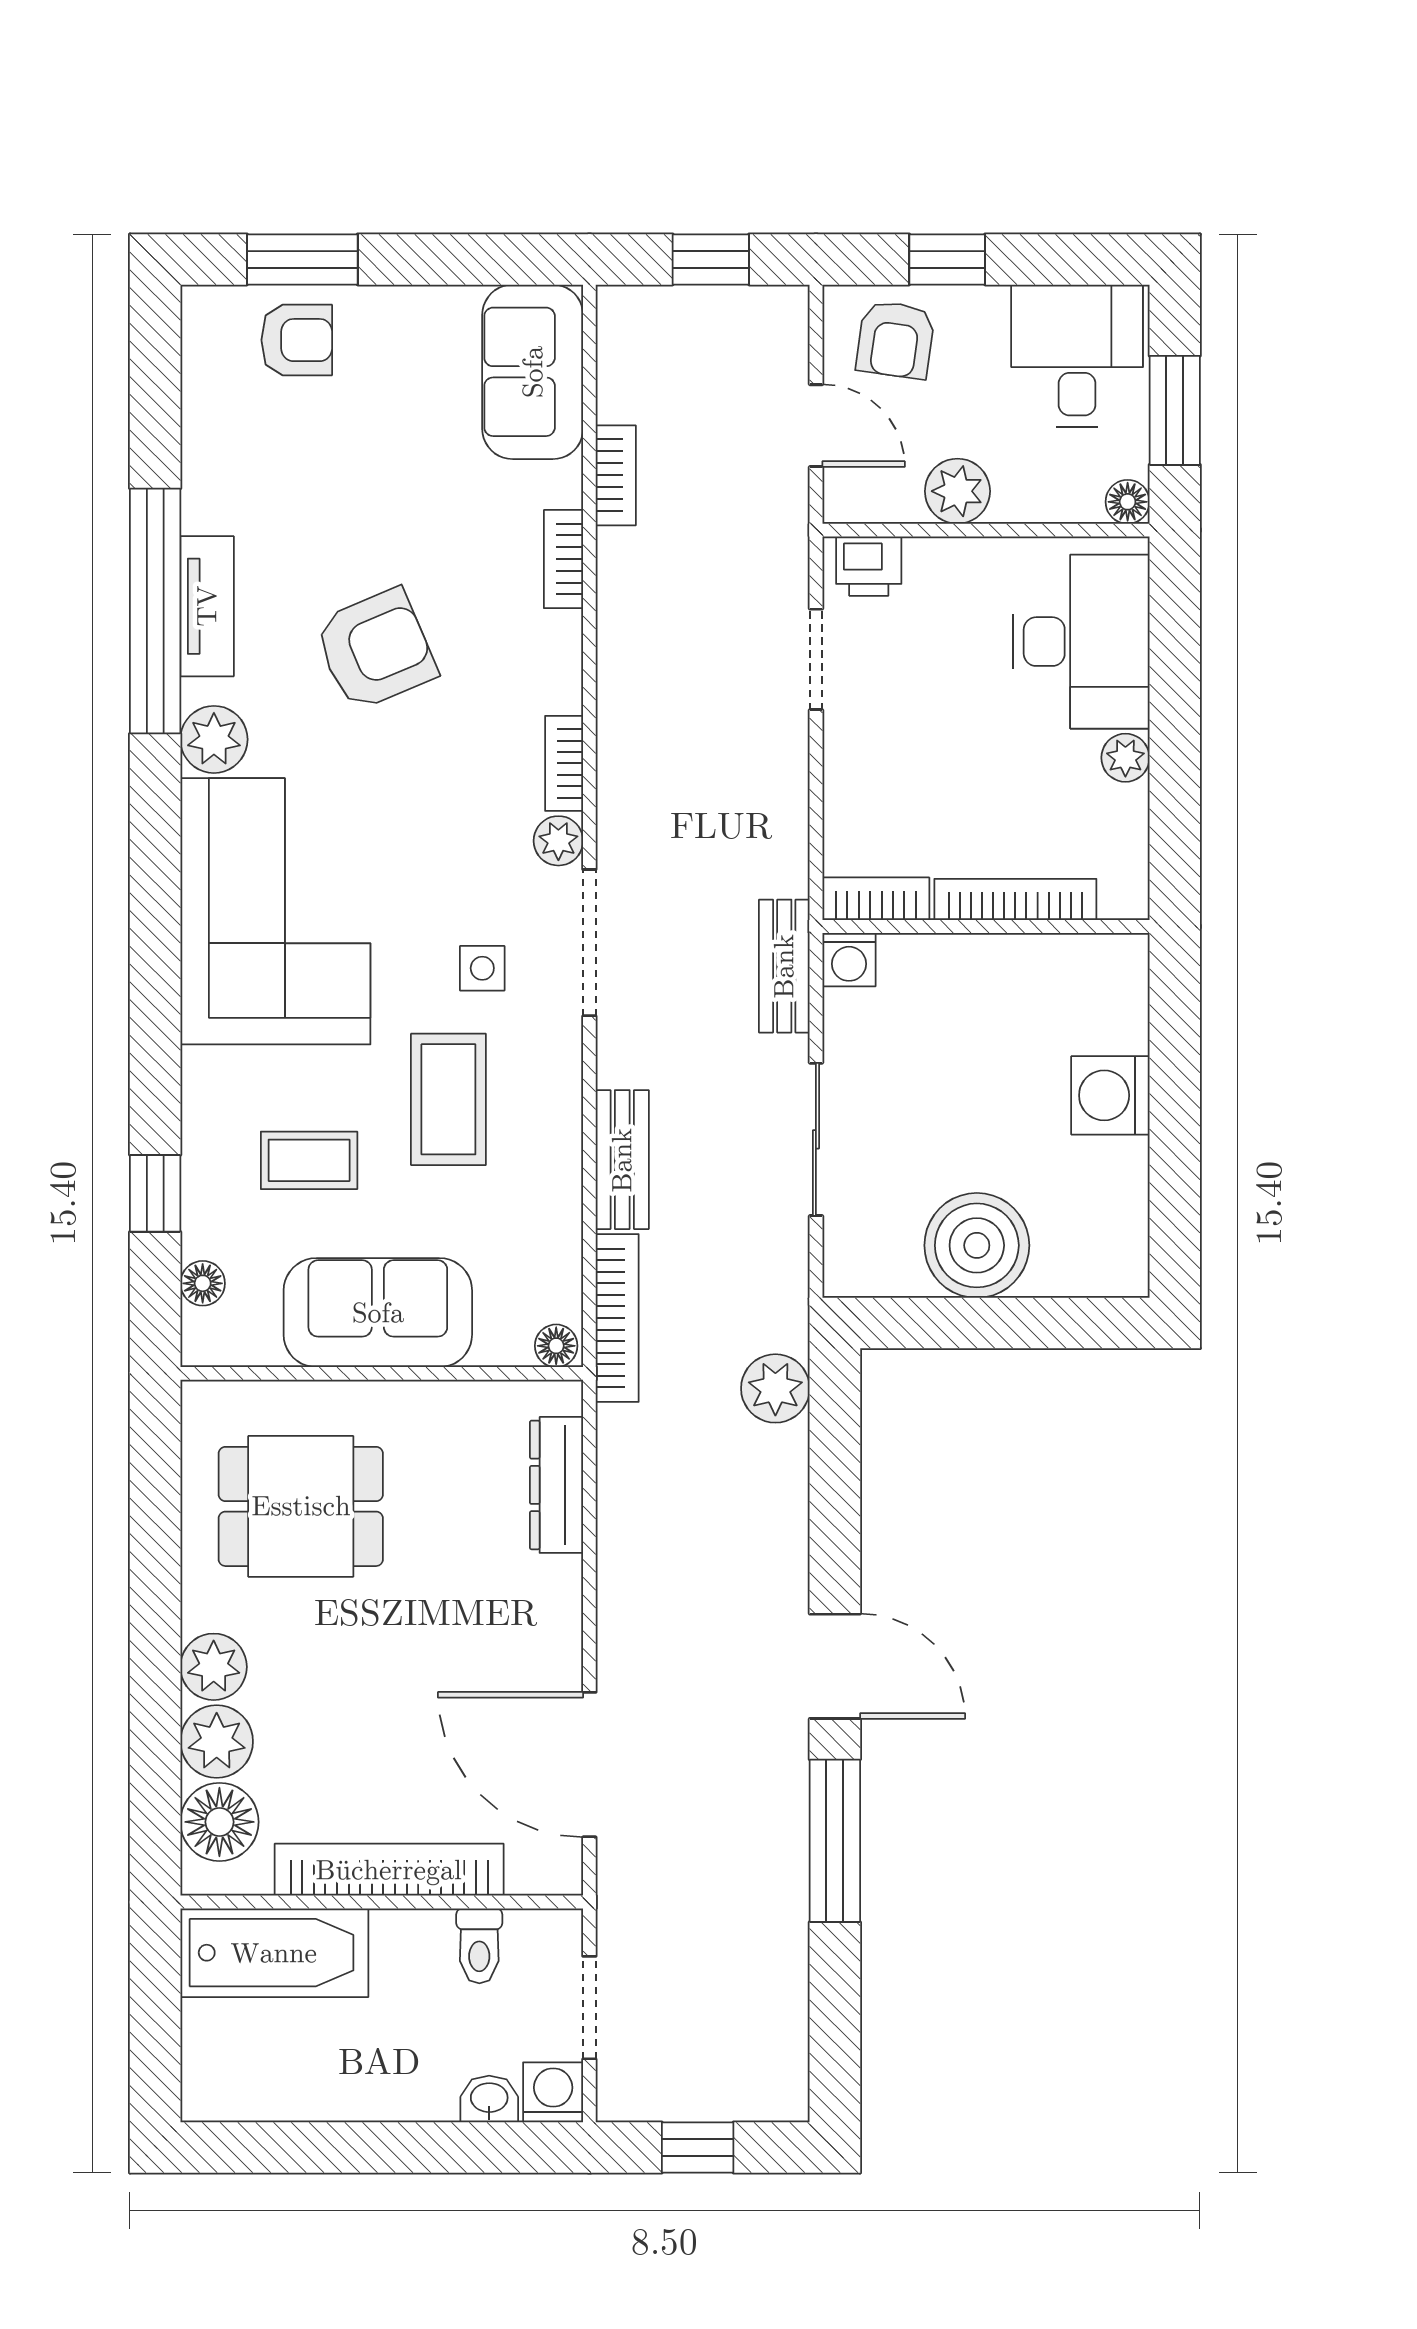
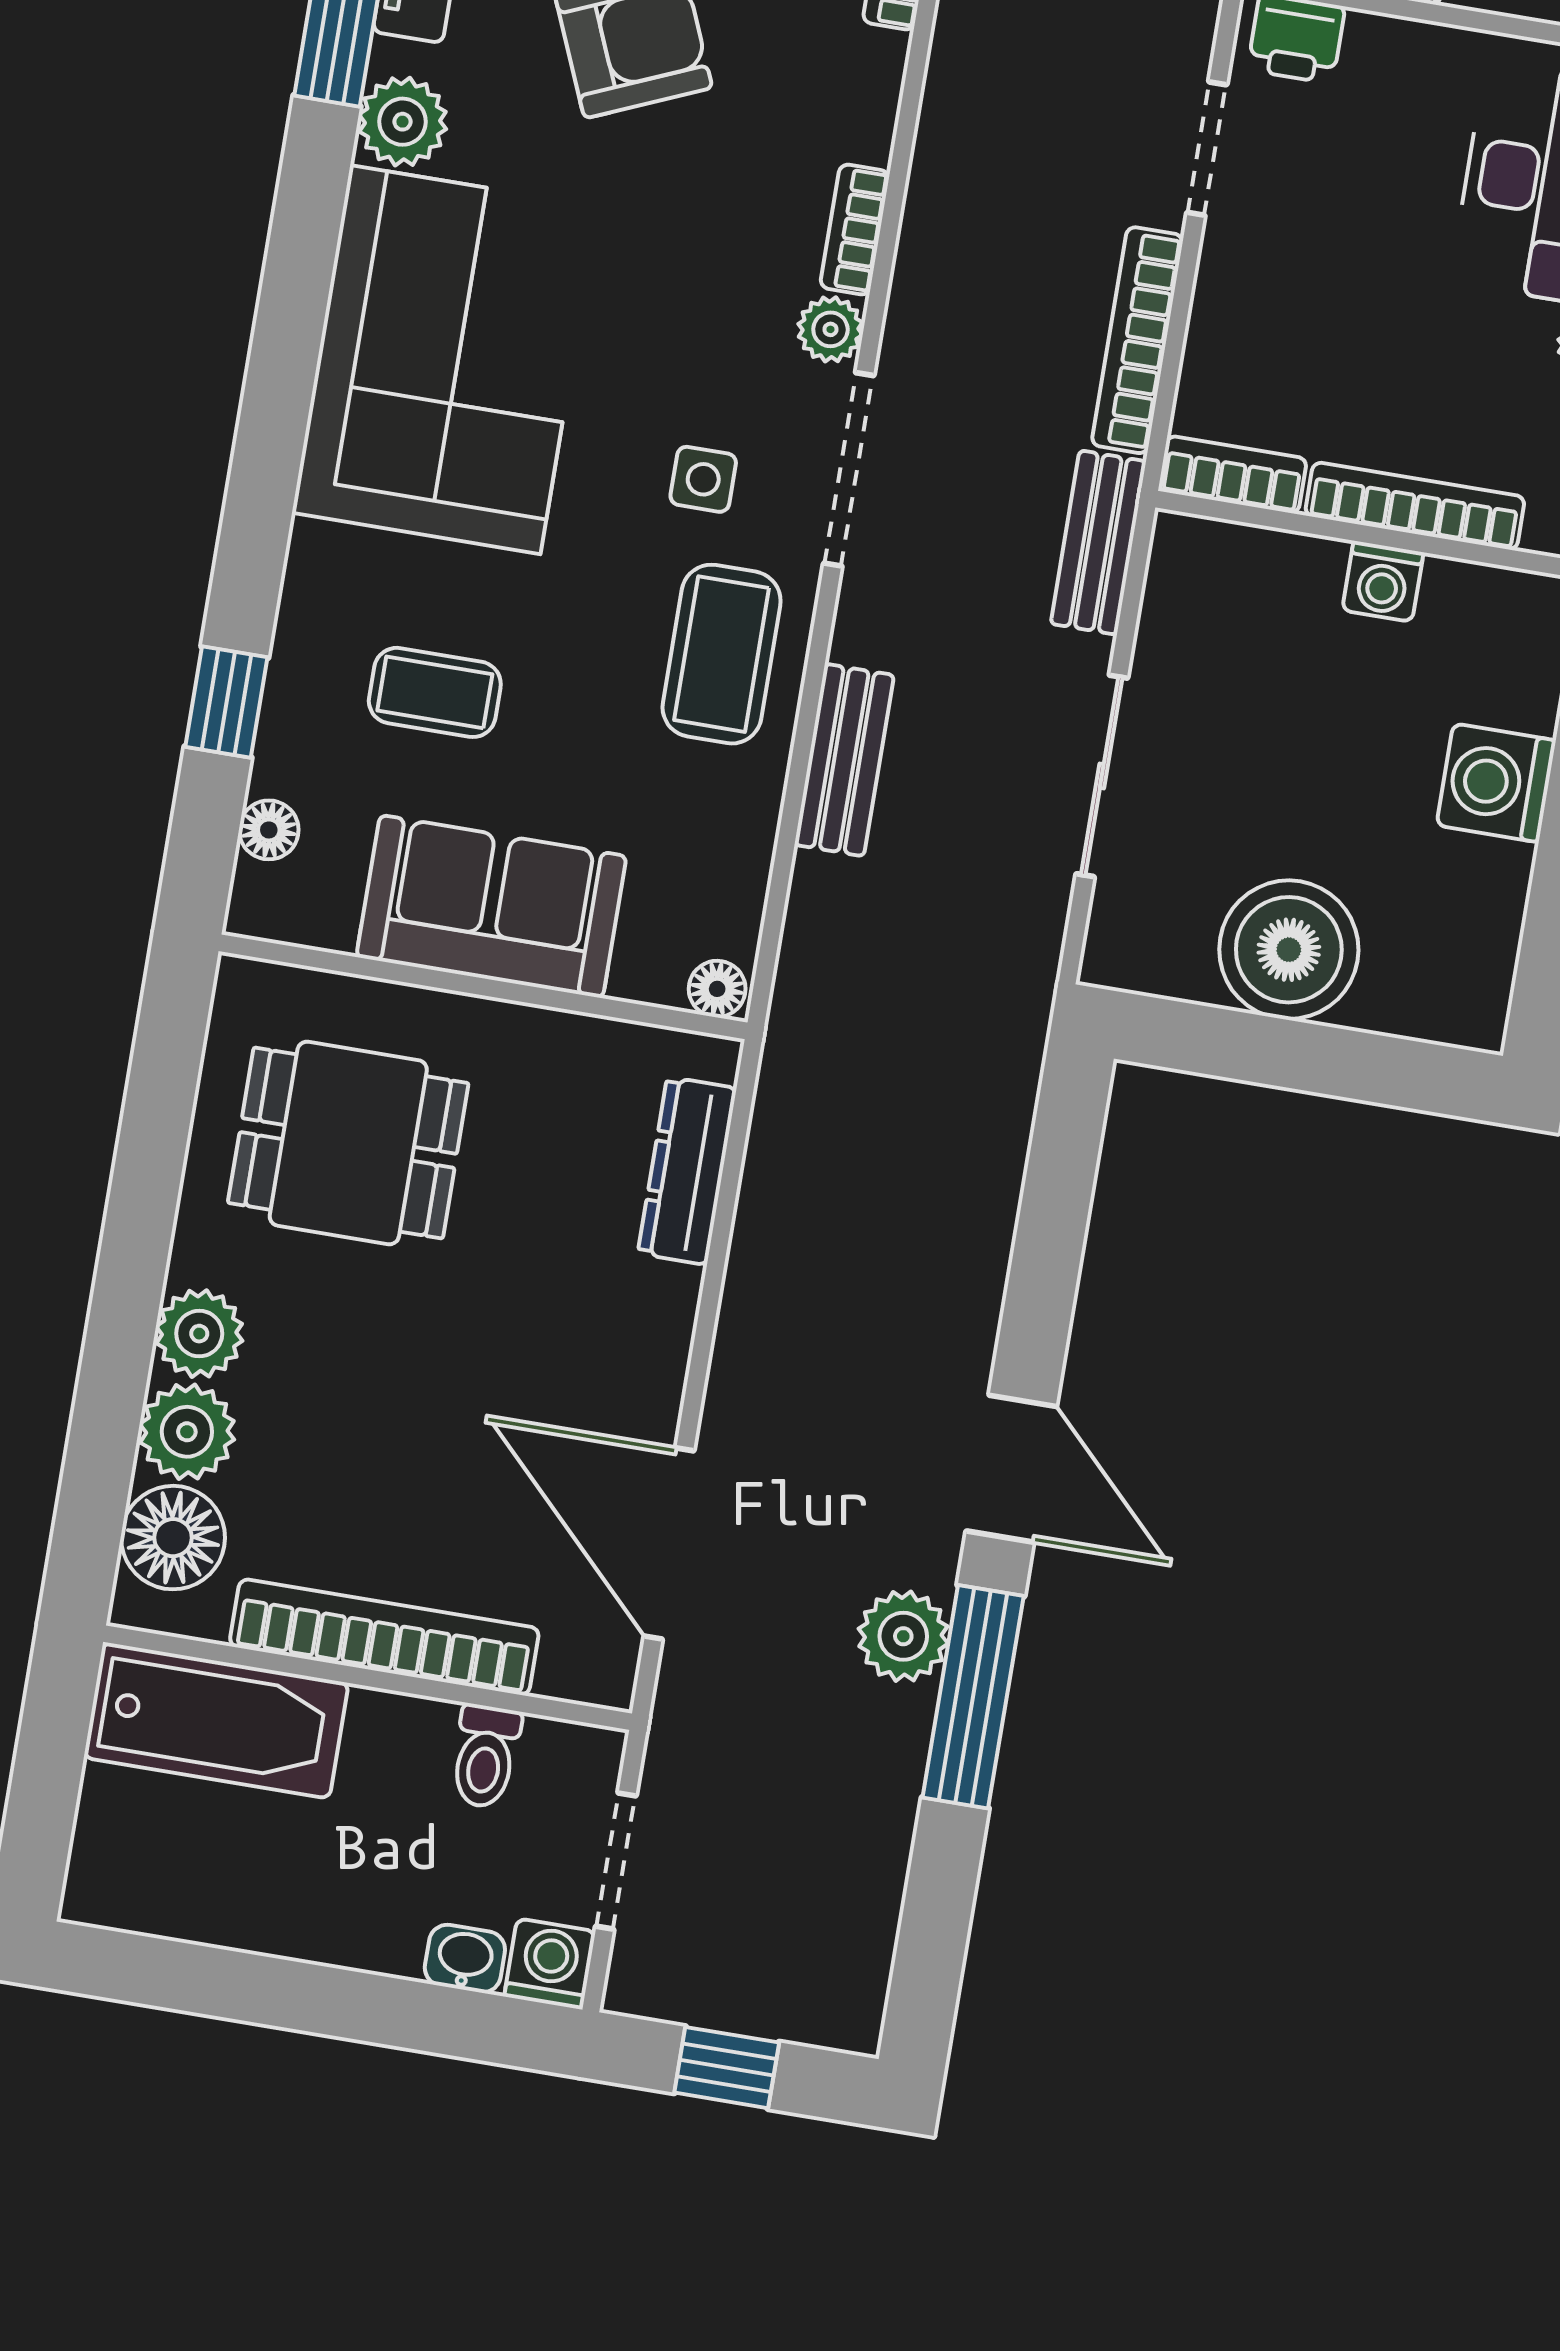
washing machine: (849, 960) -> (1383, 581), moved
coffee table: (448, 1099) -> (722, 654), moved
bookcase: (617, 1318) -> (1137, 340), moved, turned 180
plant: (775, 1388) -> (903, 1636), moved

